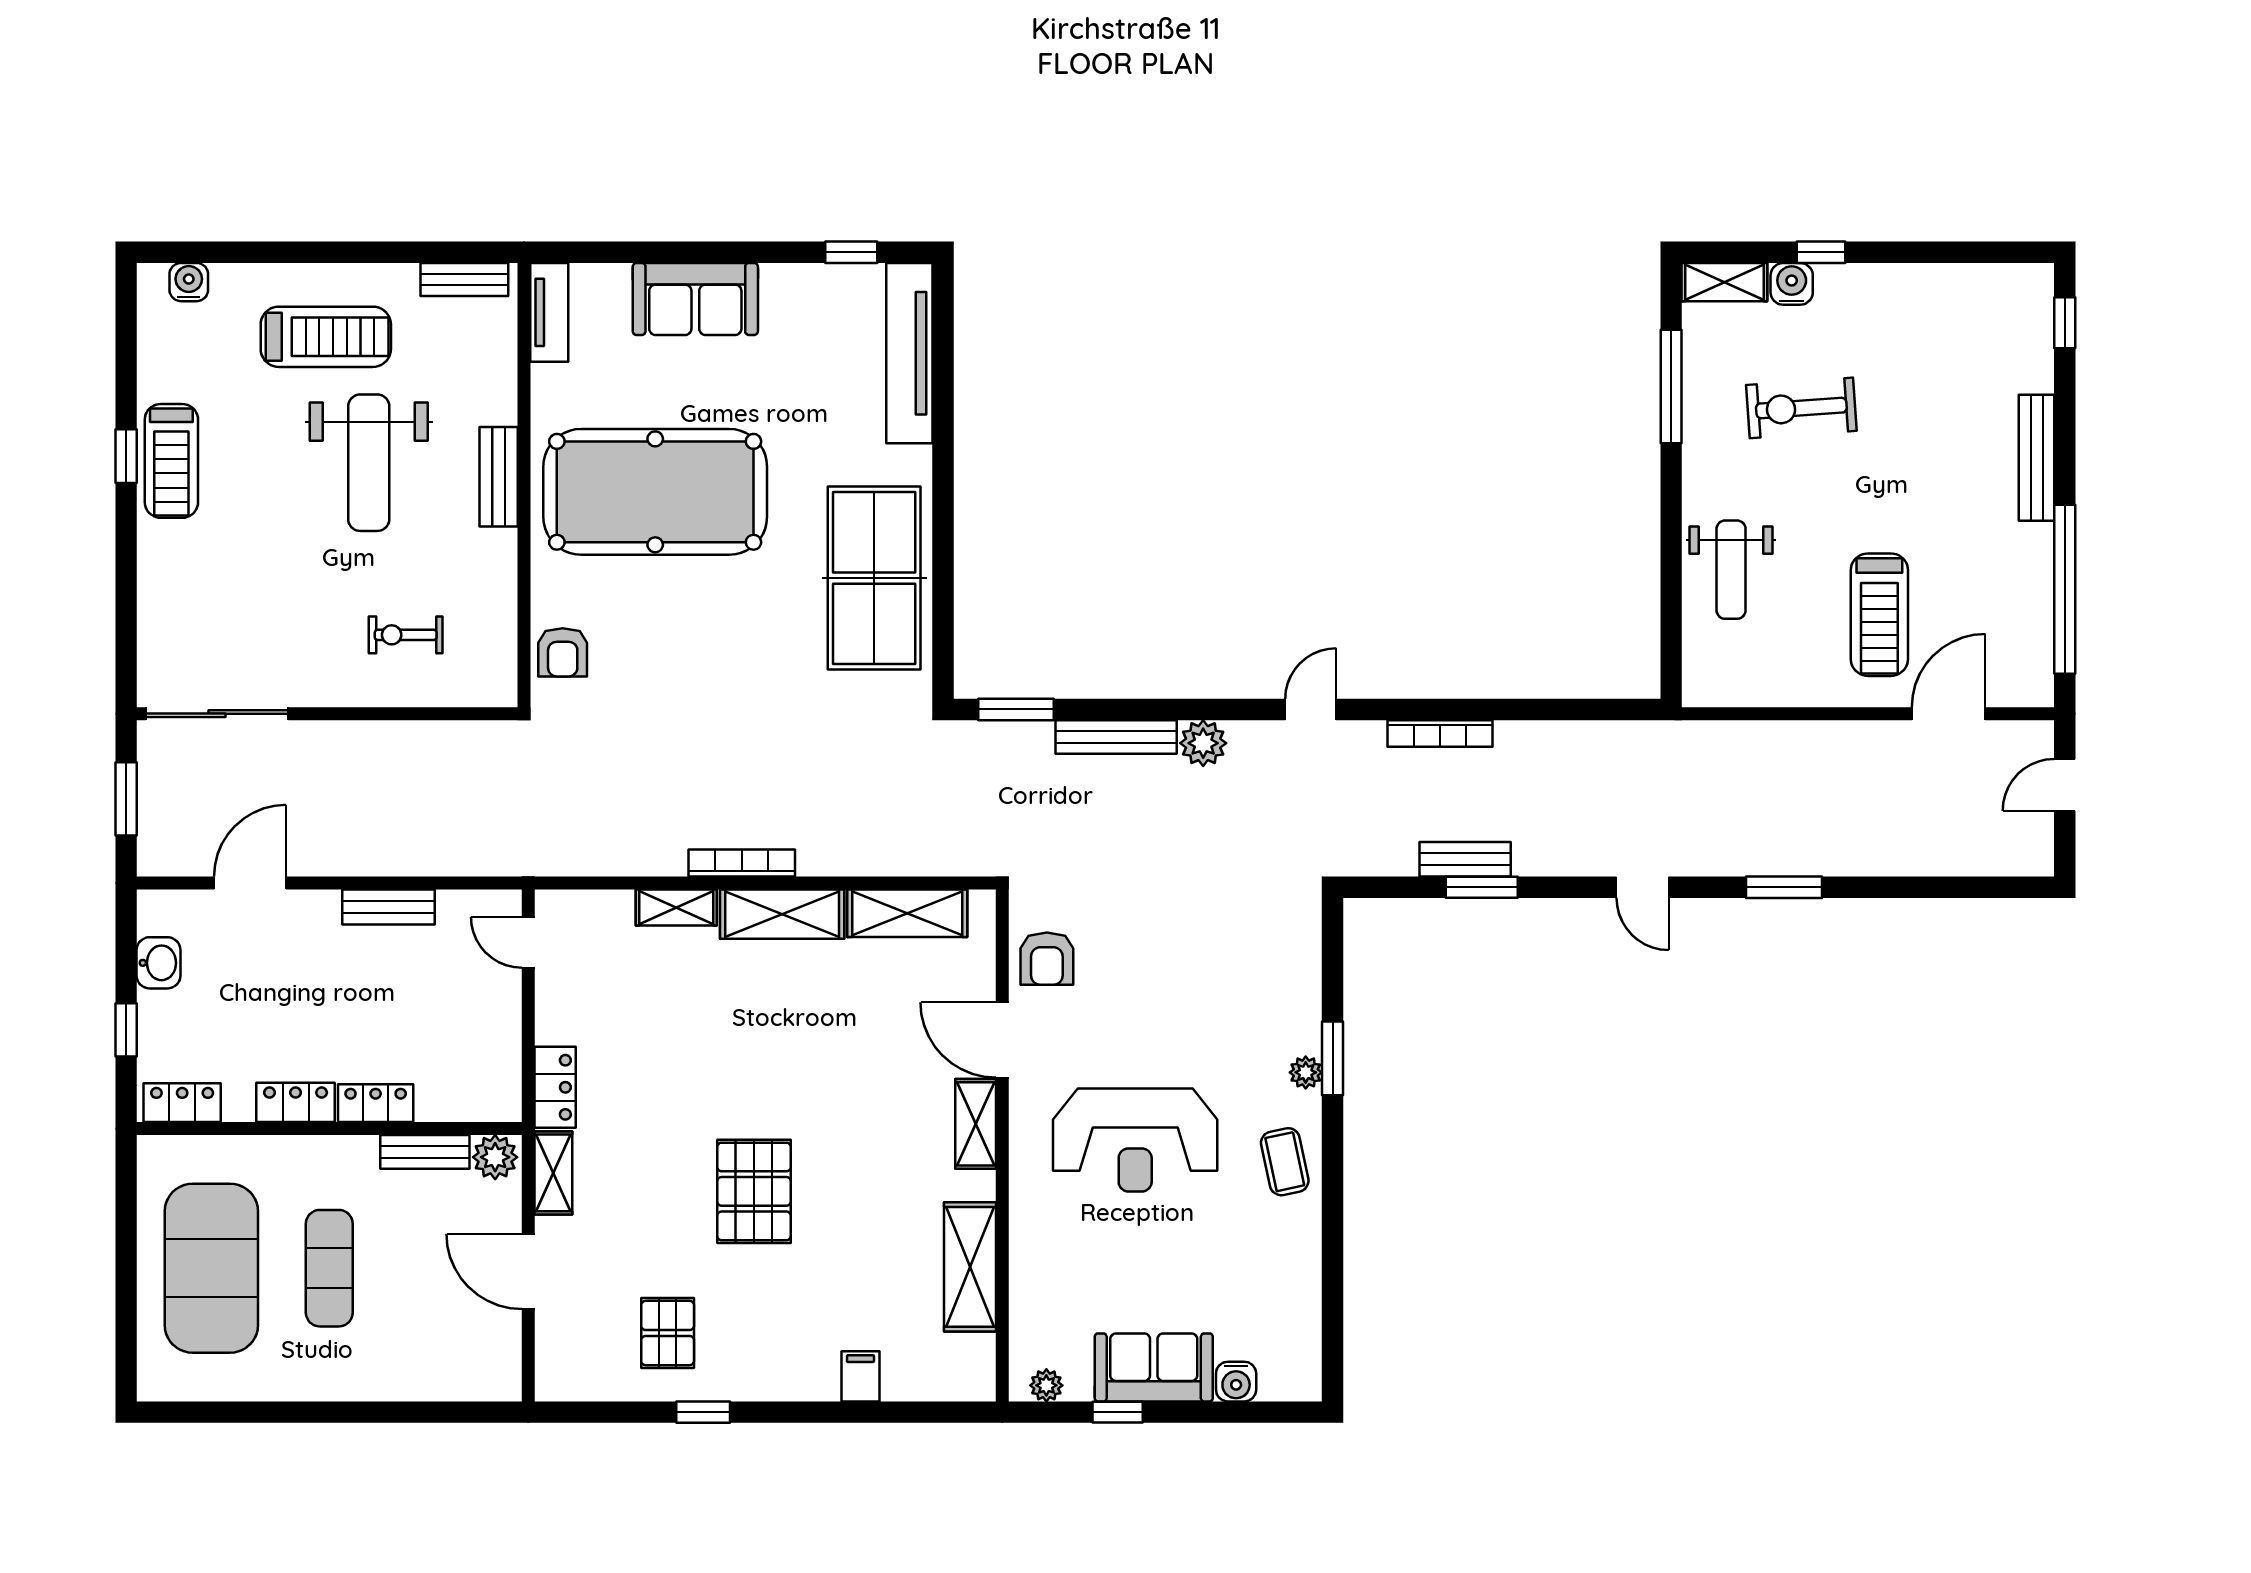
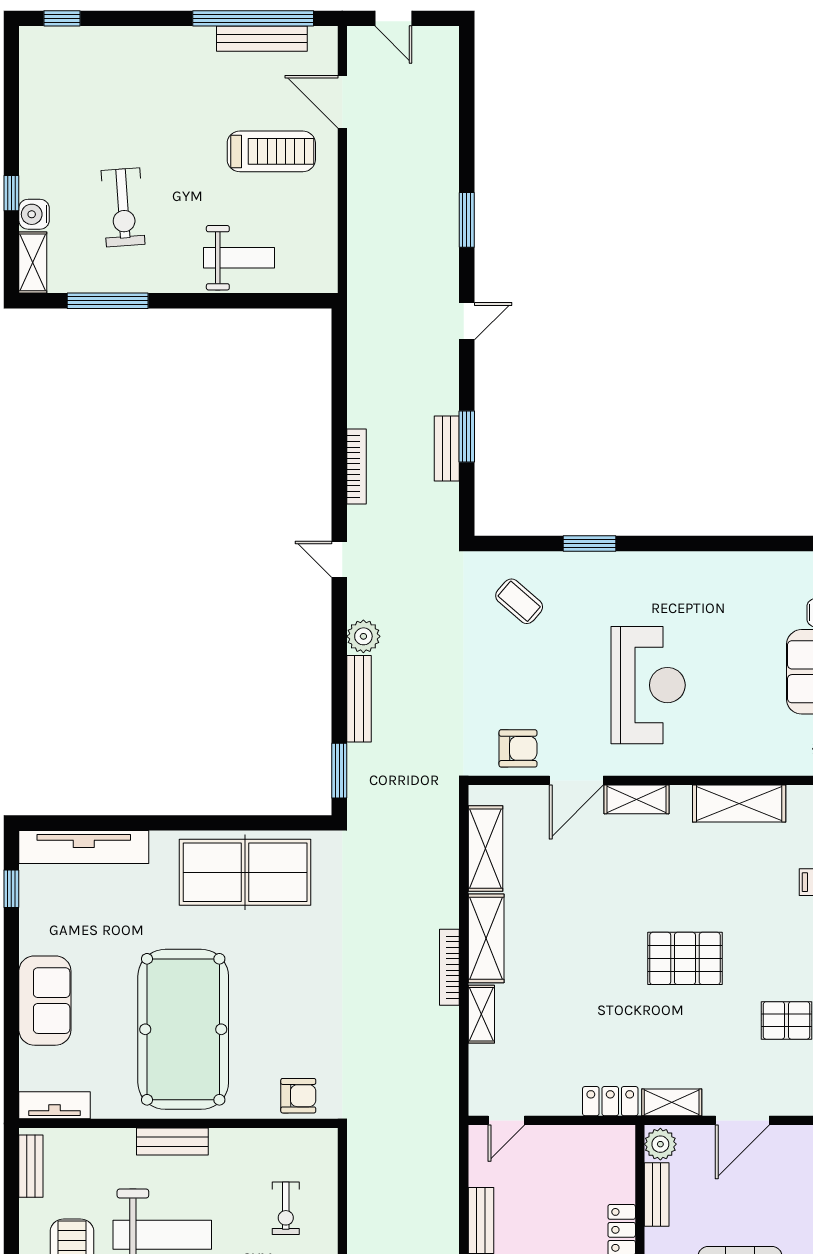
bench: (2037, 458) -> (262, 39), moved
plant: (1306, 1072) -> (600, 563), removed
coffee table: (1285, 1162) -> (519, 601), moved, turned 53

